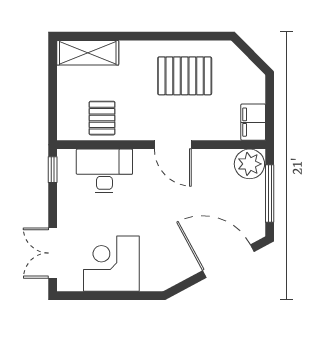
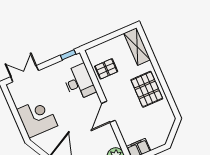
pallet: (185, 76) -> (147, 89), moved
corner desk: (111, 264) -> (37, 118), moved

